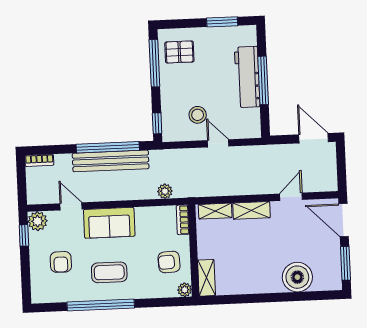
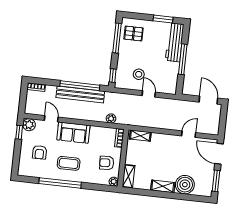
workbench: (247, 77) -> (175, 42), moved
shelving: (251, 210) -> (163, 186), moved

